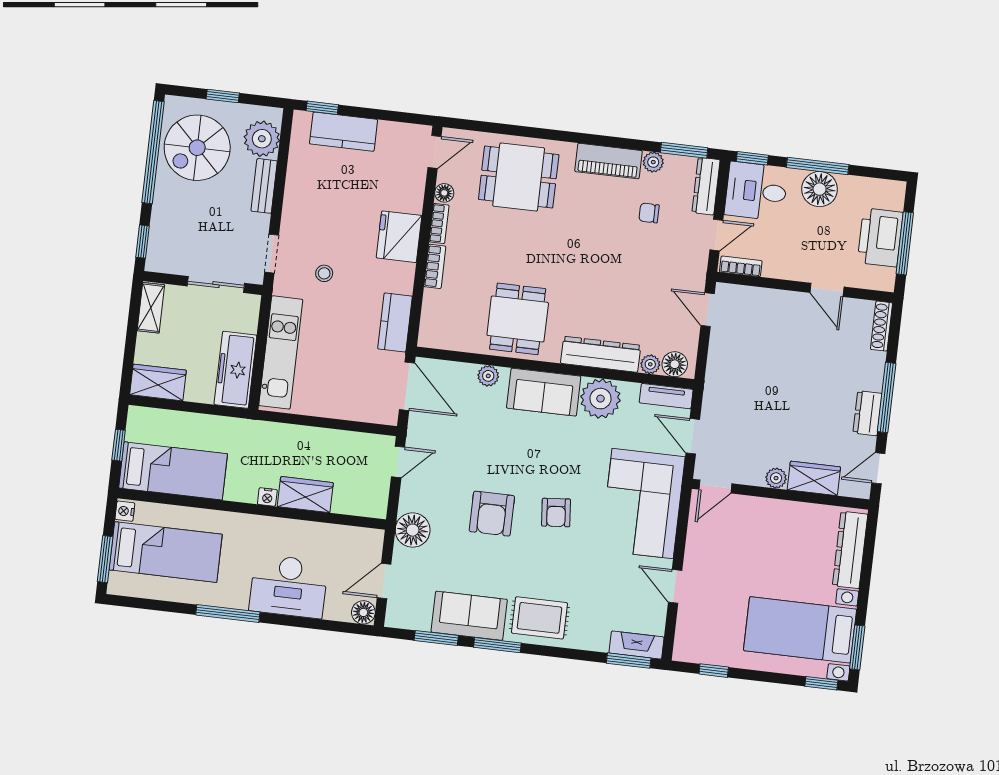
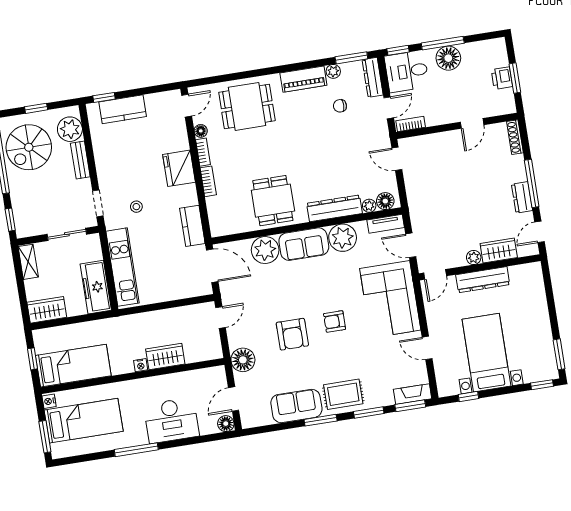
printer: (880, 237) -> (502, 78), width x0.53, depth x0.68
window: (905, 243) -> (515, 78), width x0.69
door: (827, 290) -> (472, 123), hinge flipped
plant: (488, 376) -> (265, 250), width x1.88, depth x1.88
armchair: (556, 513) -> (335, 321), turned 95
dresser: (850, 550) -> (483, 280), moved, turned -90
bed with nightstands: (800, 630) -> (486, 353), moved, turned 90
window: (436, 638) -> (369, 412), moved

